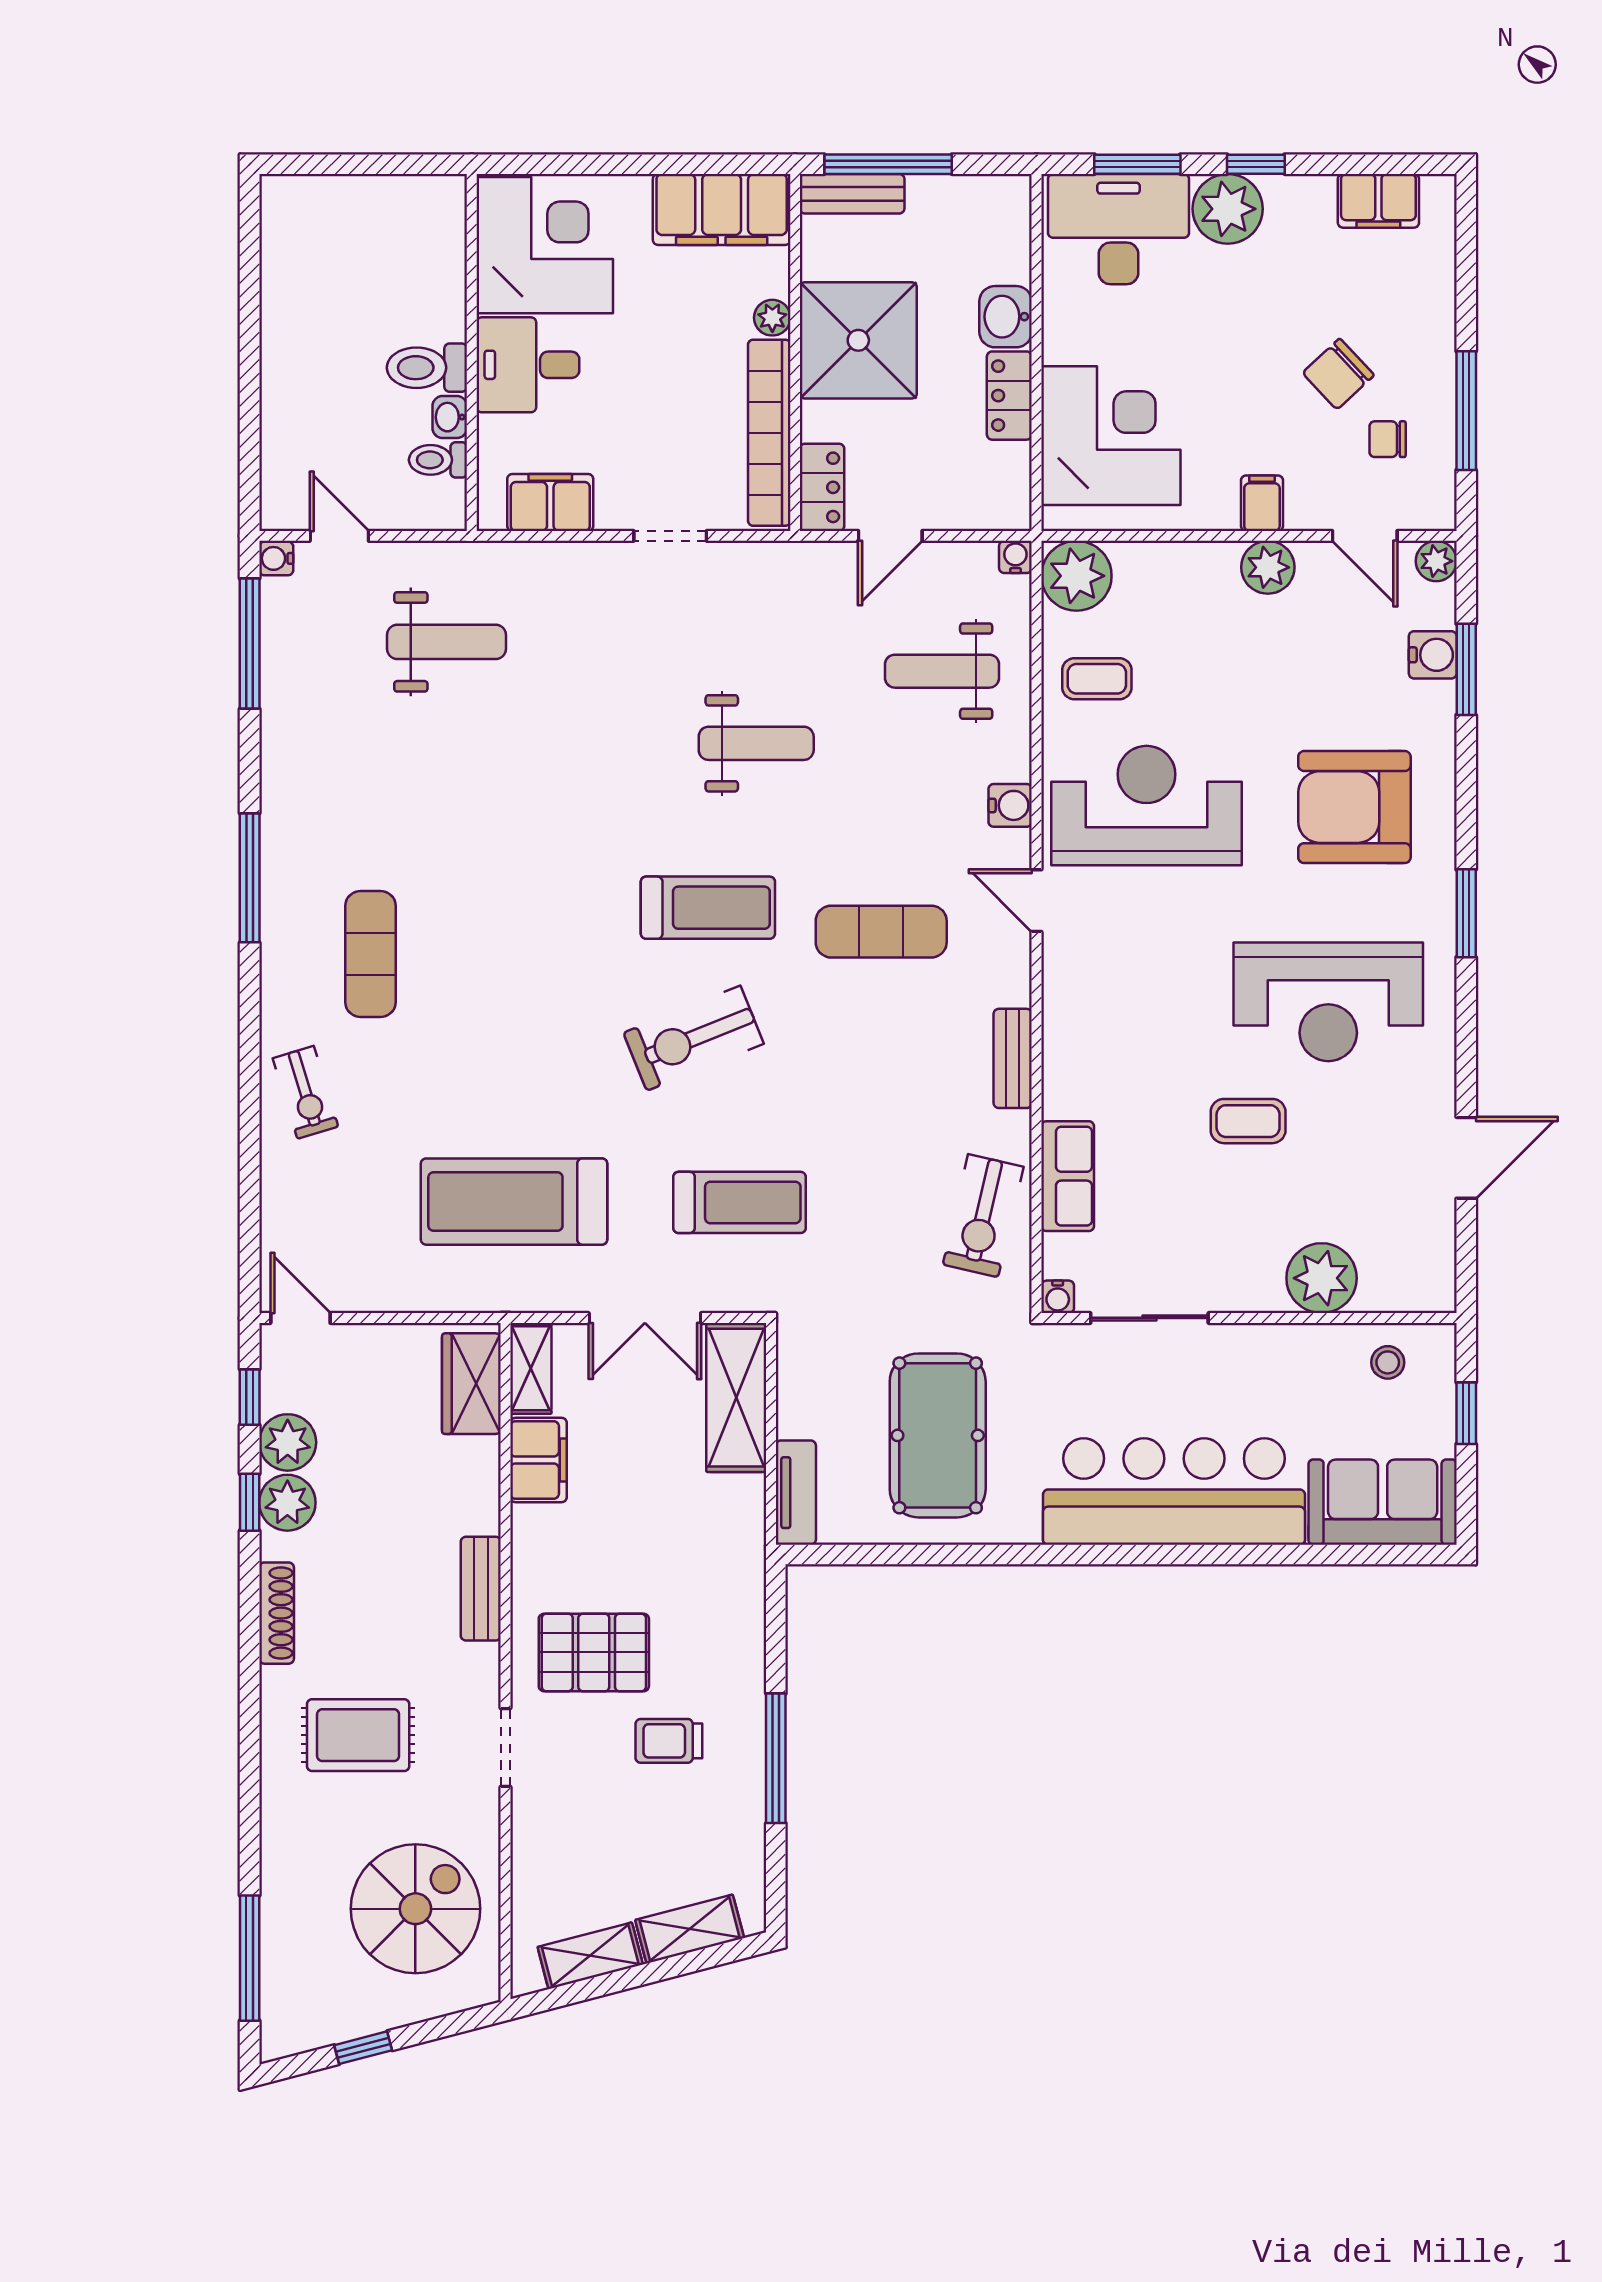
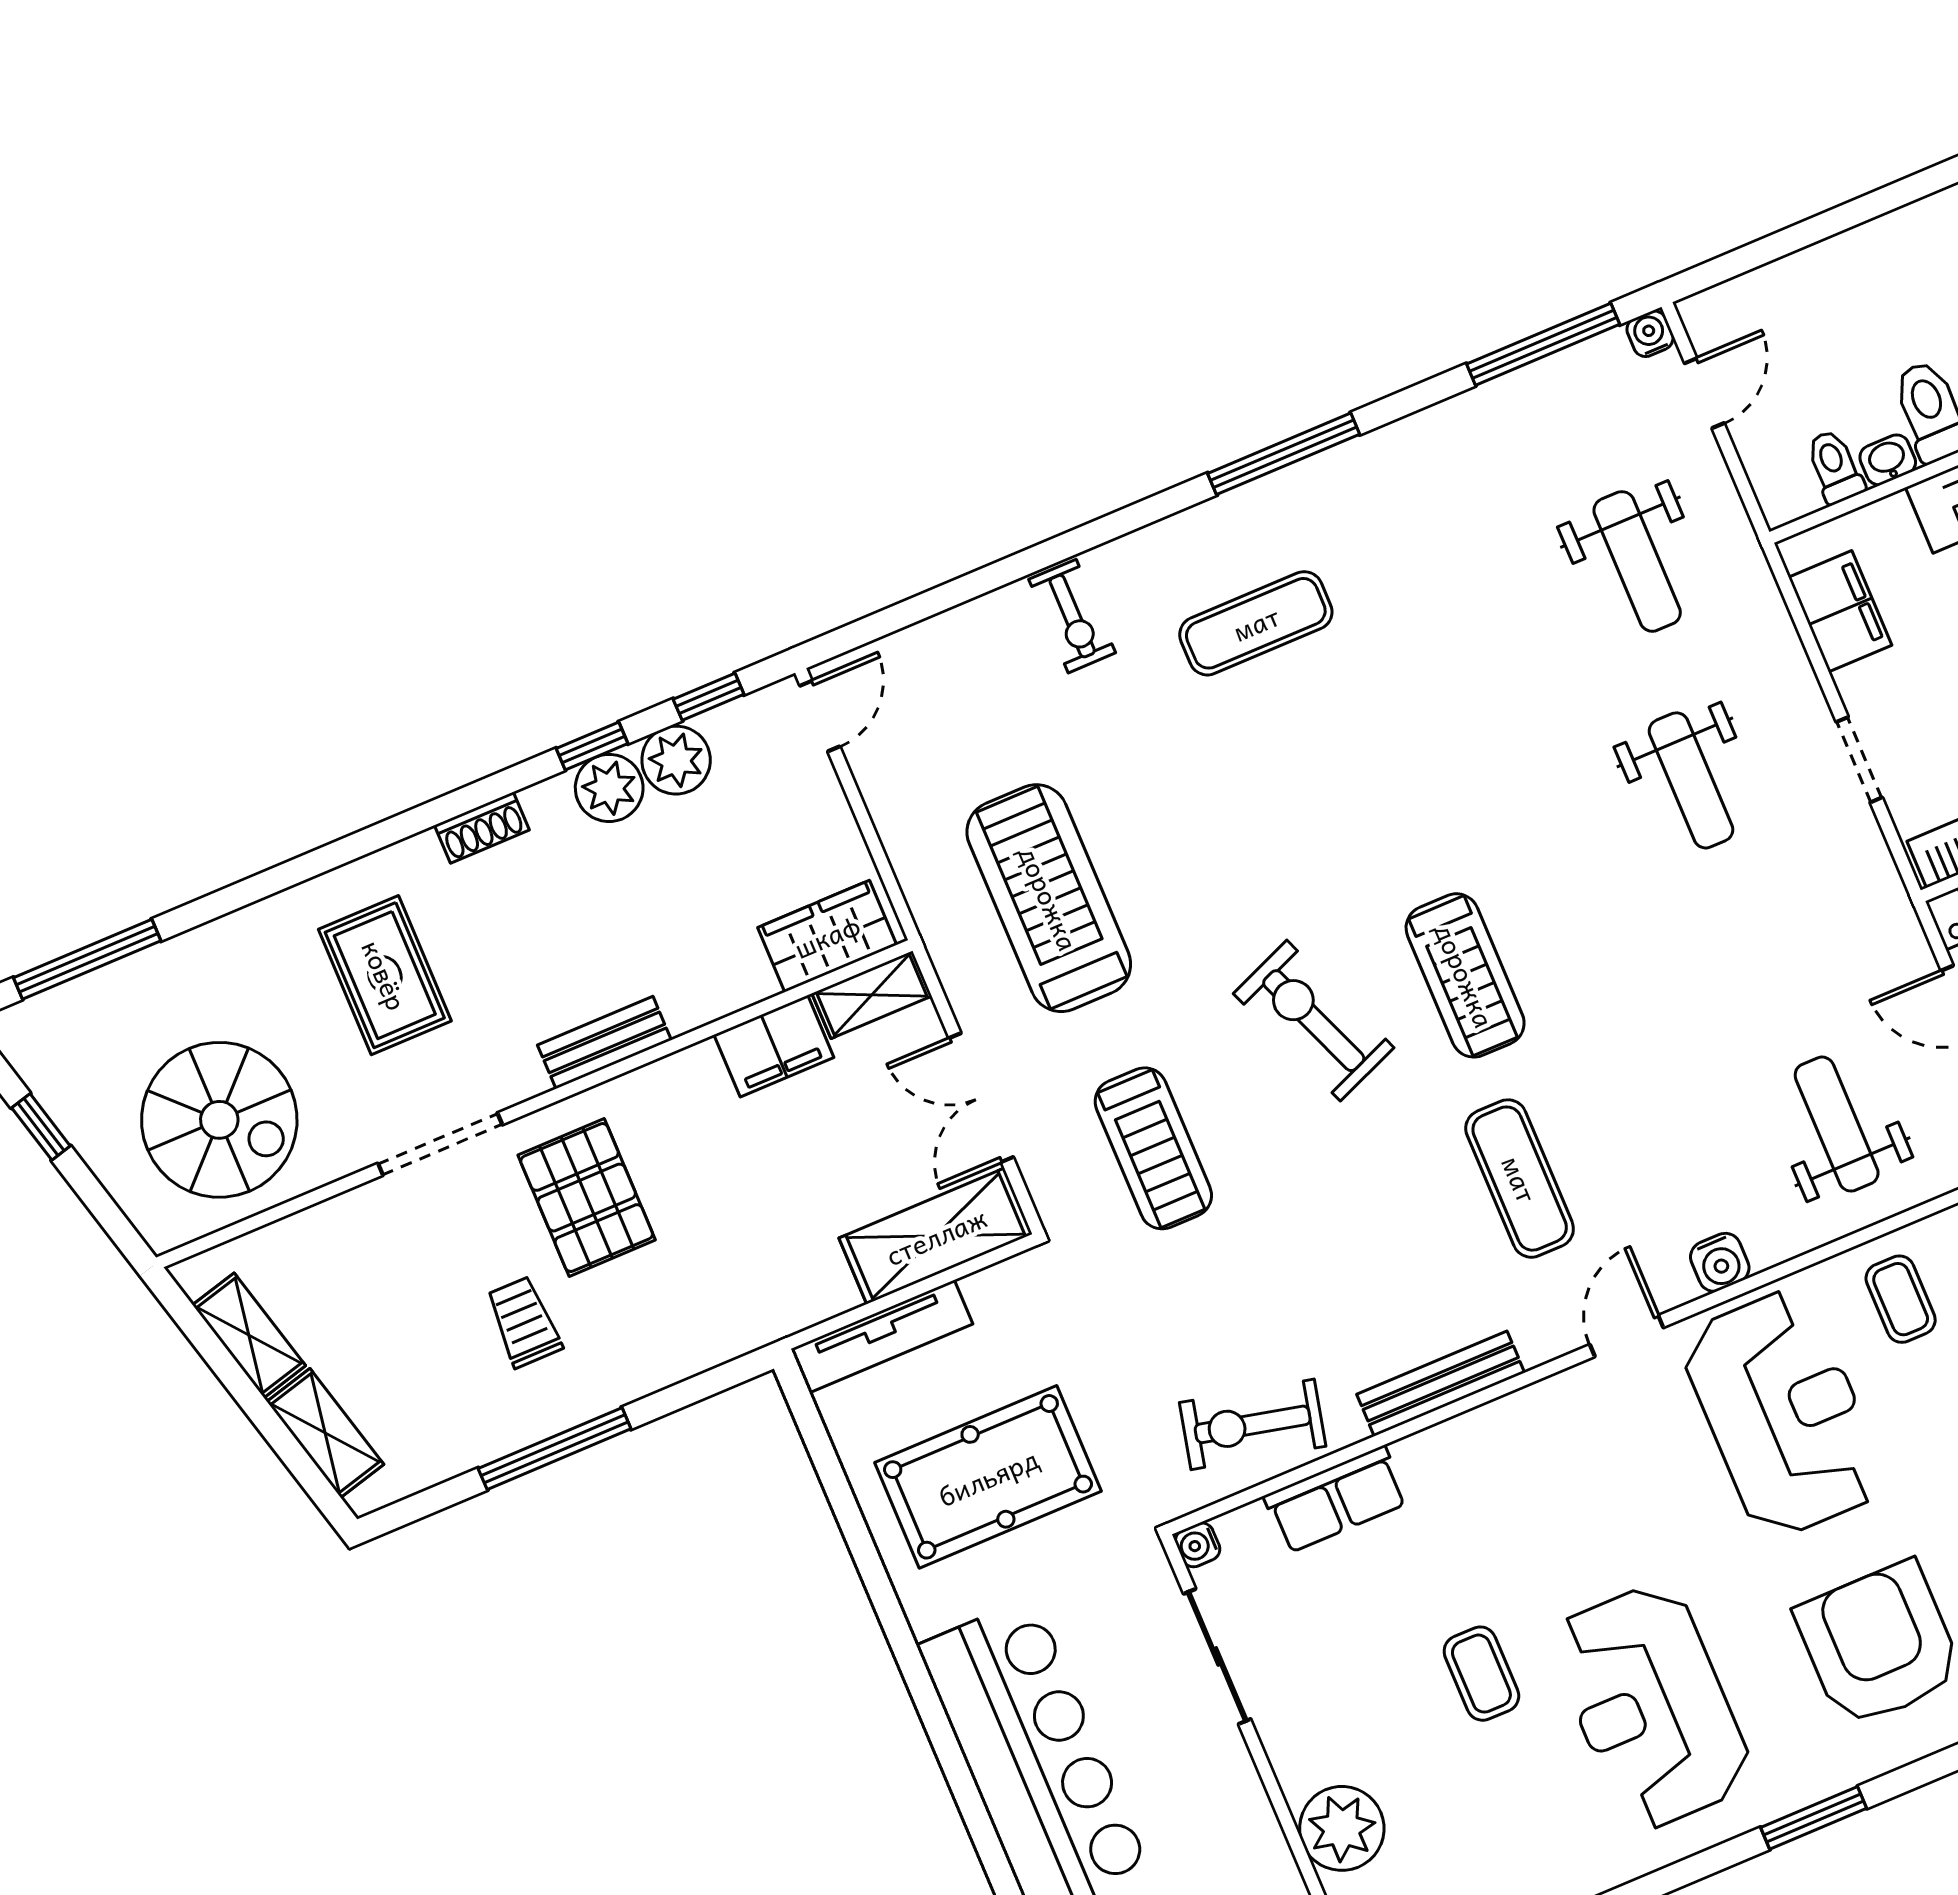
weight bench: (756, 743) -> (1691, 780), moved
bench: (1013, 1058) -> (1441, 1384), width x1.36
exercise bike: (306, 1092) -> (1072, 616), turned -73
tv unit: (796, 1493) -> (882, 1336), width x1.41
shoe rack: (277, 1613) -> (482, 828), width x0.70
doorway: (505, 1747) -> (440, 1144), width x1.38

